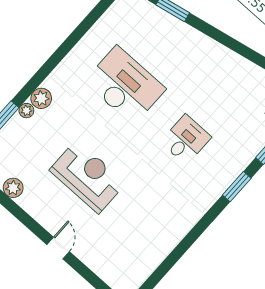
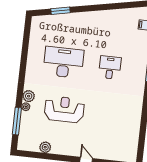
reception desk: (88, 177) -> (64, 109), moved

